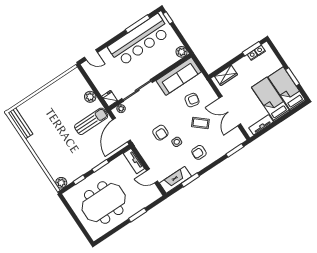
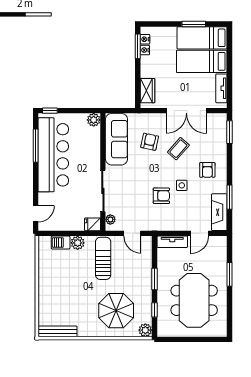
barbecue: (83, 85) -> (61, 243), added
door: (122, 130) -> (132, 233), width x0.53
parasol: (61, 154) -> (116, 311), added

